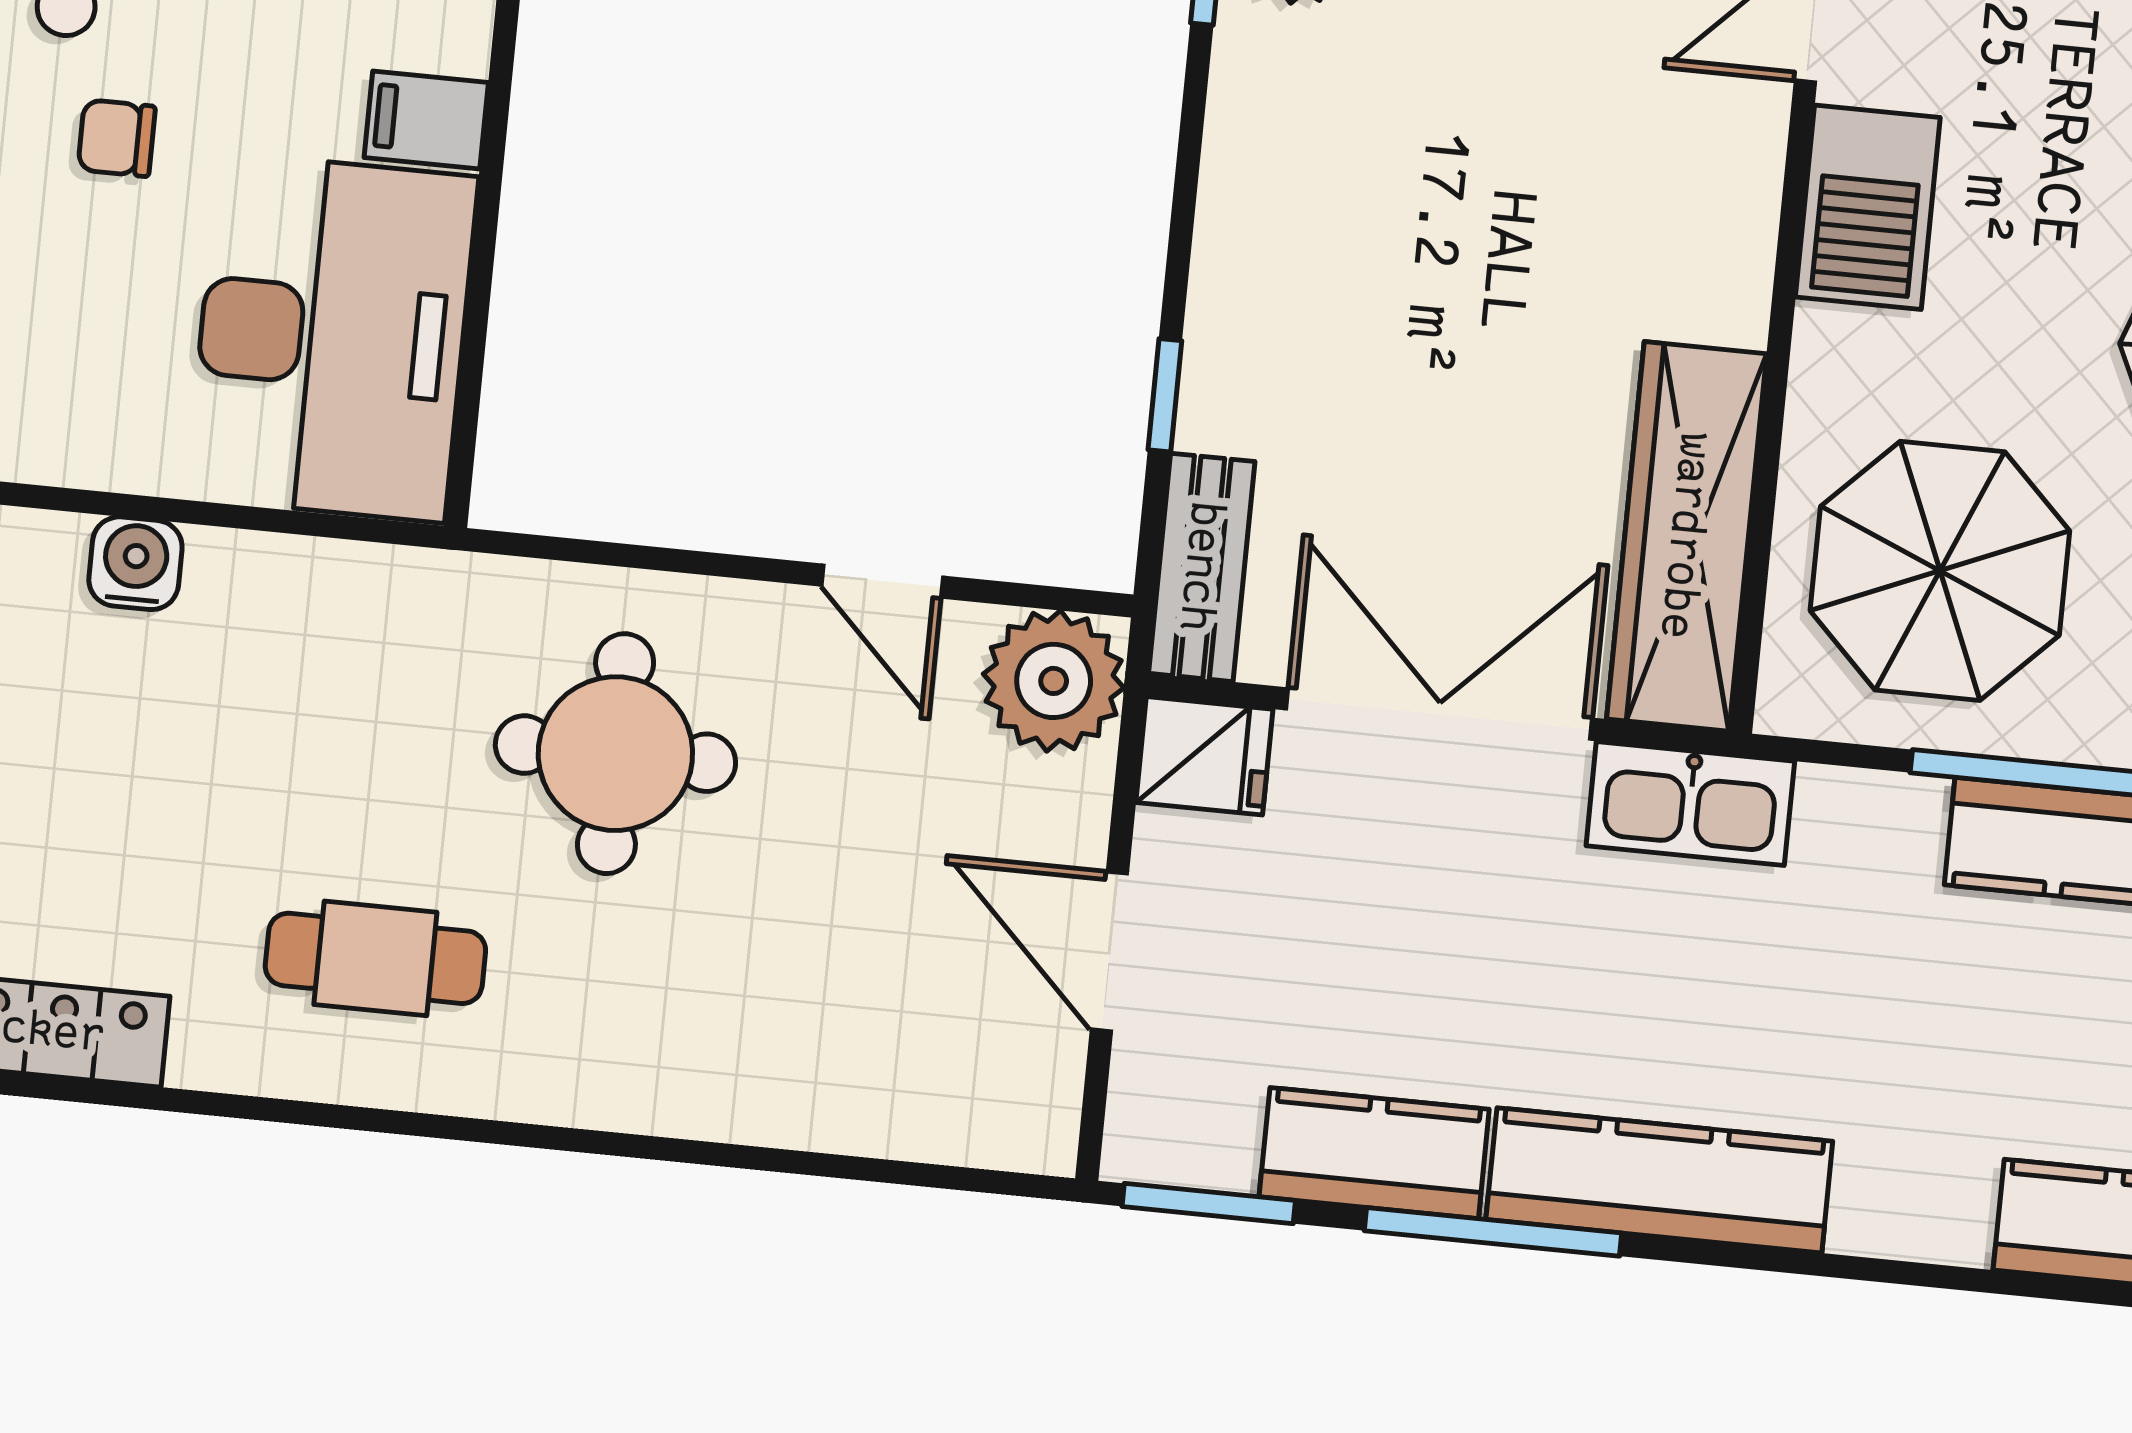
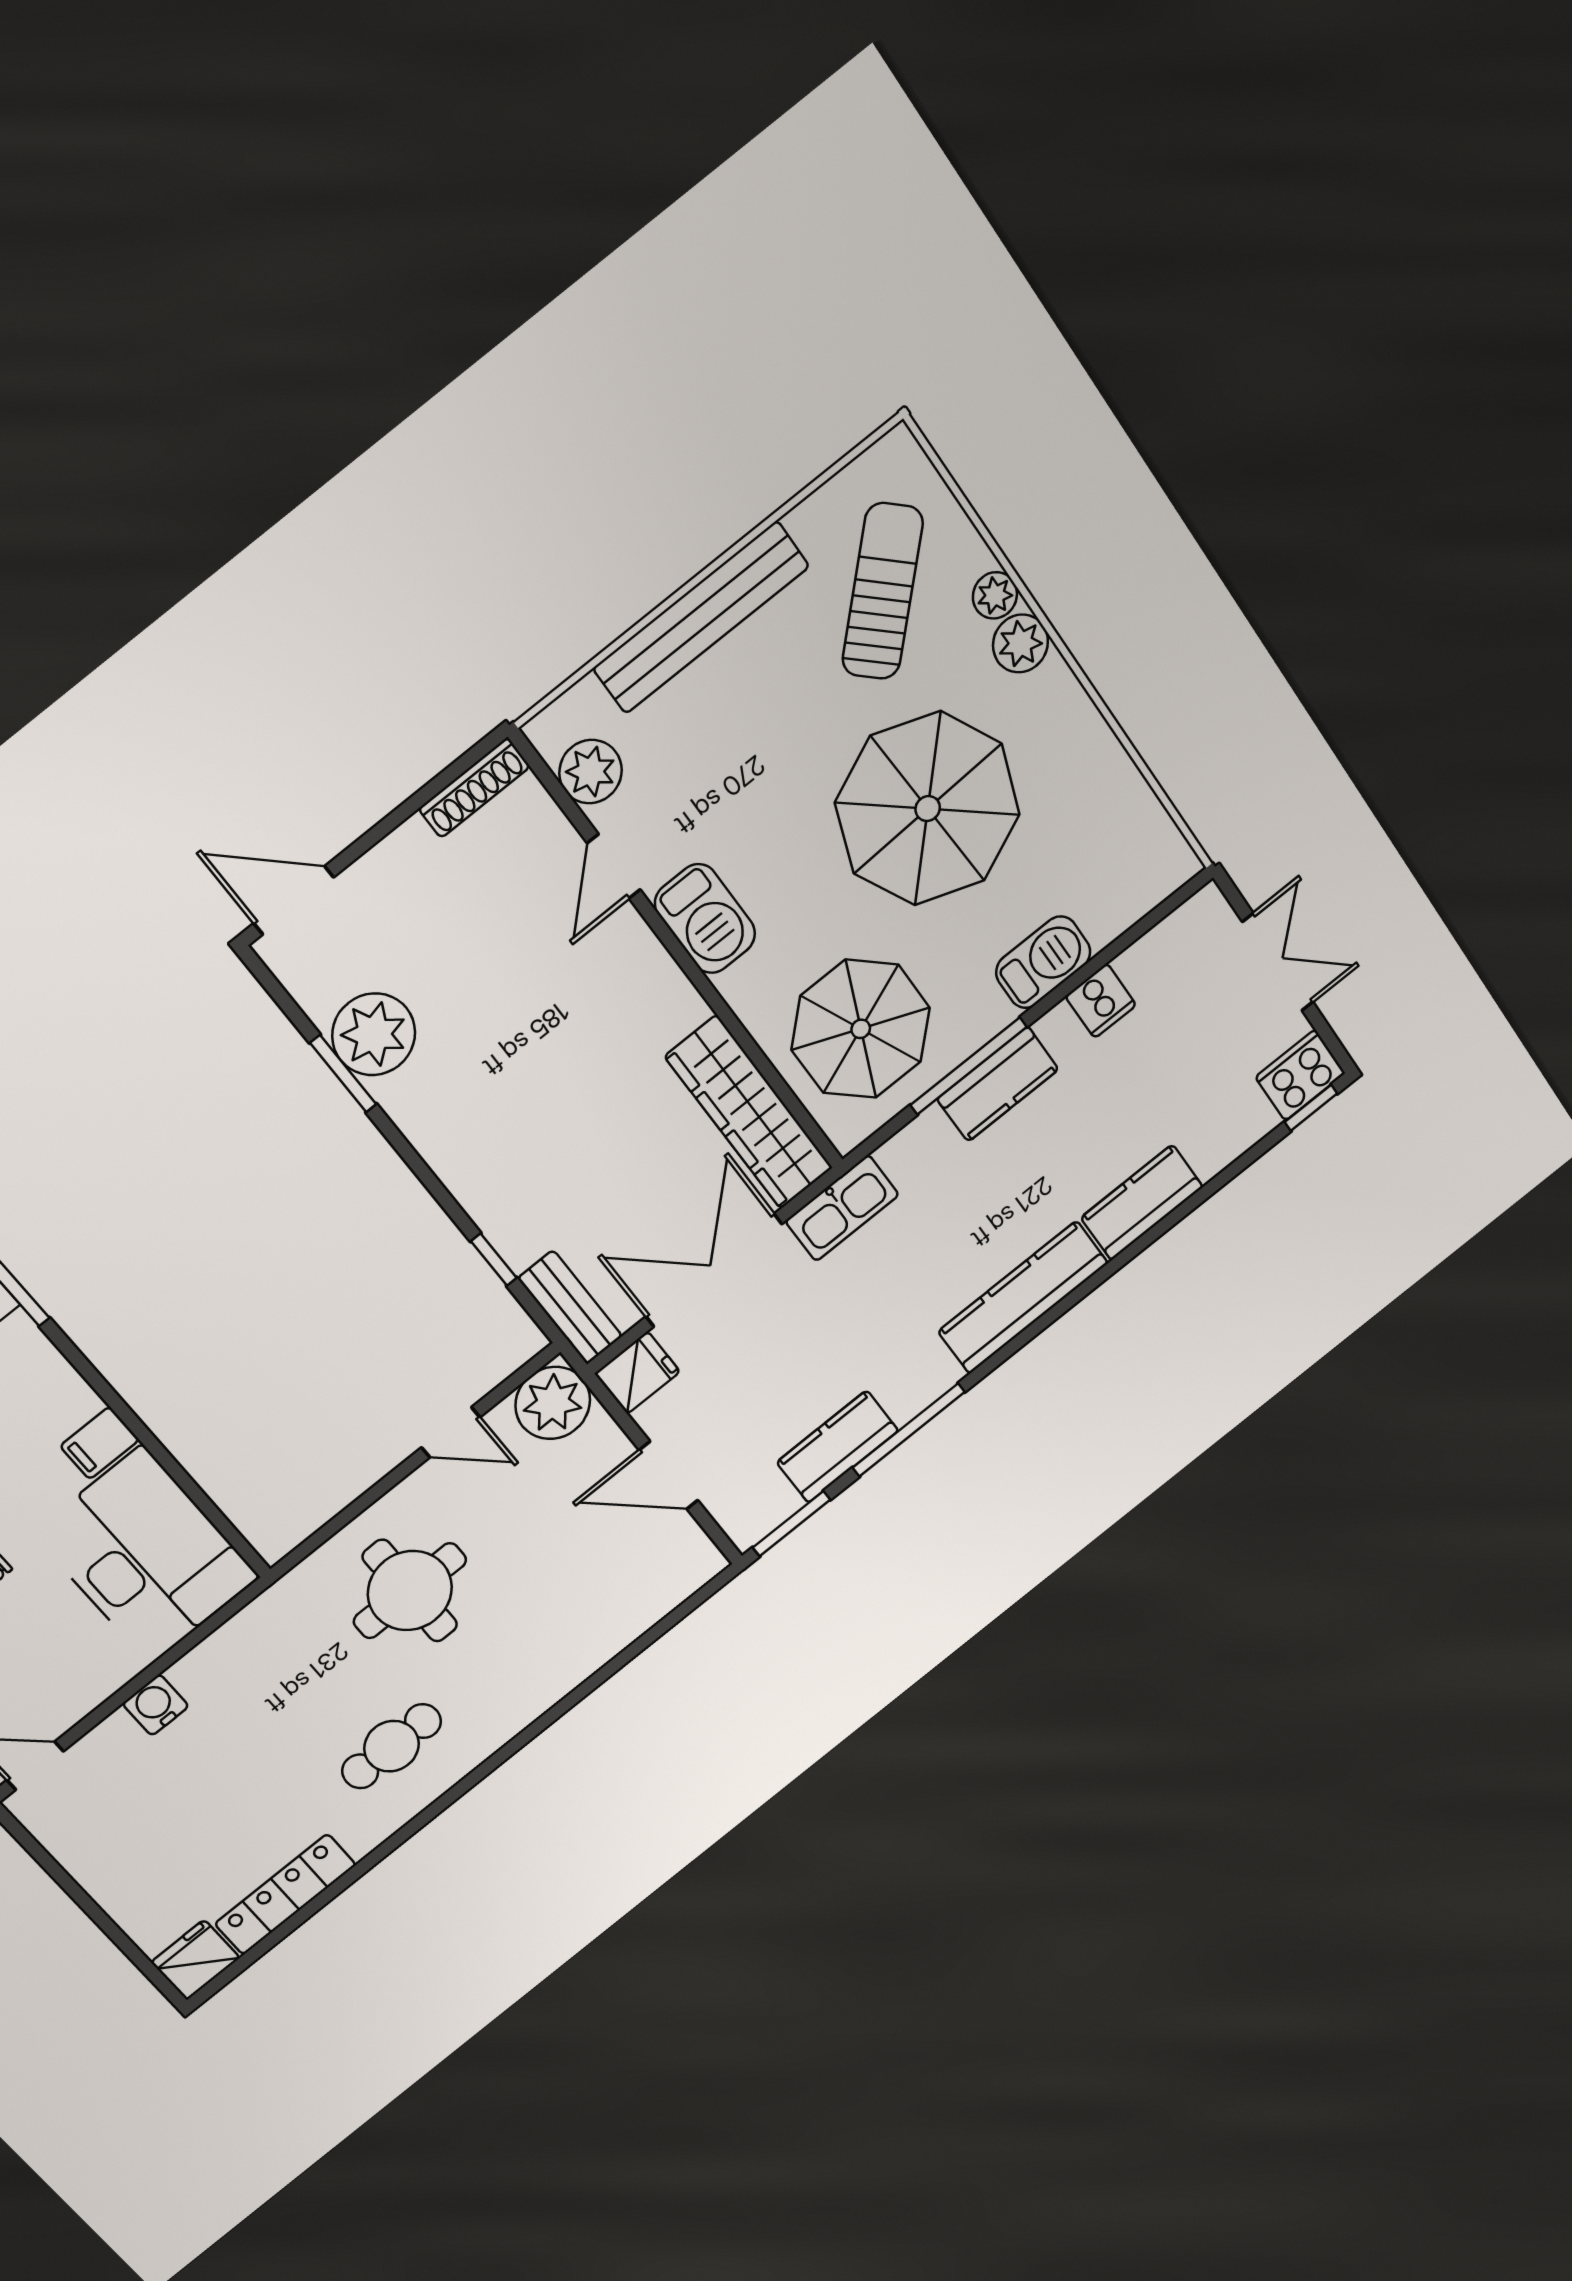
kitchen counter: (1659, 1180) -> (1023, 1297), moved

